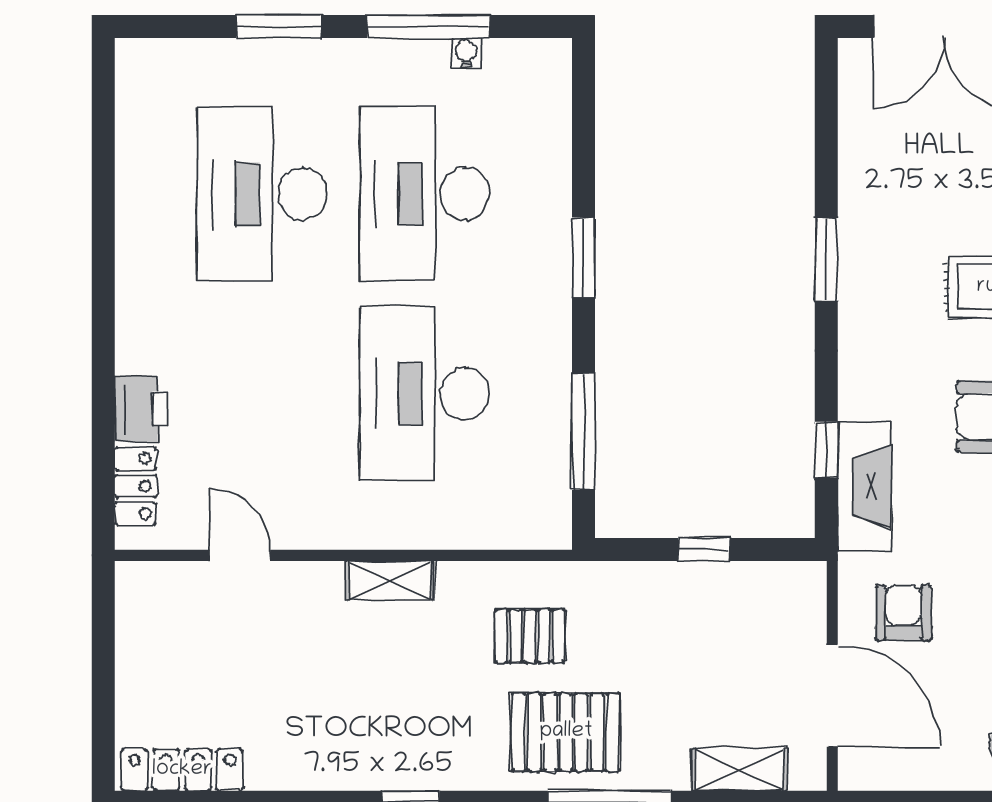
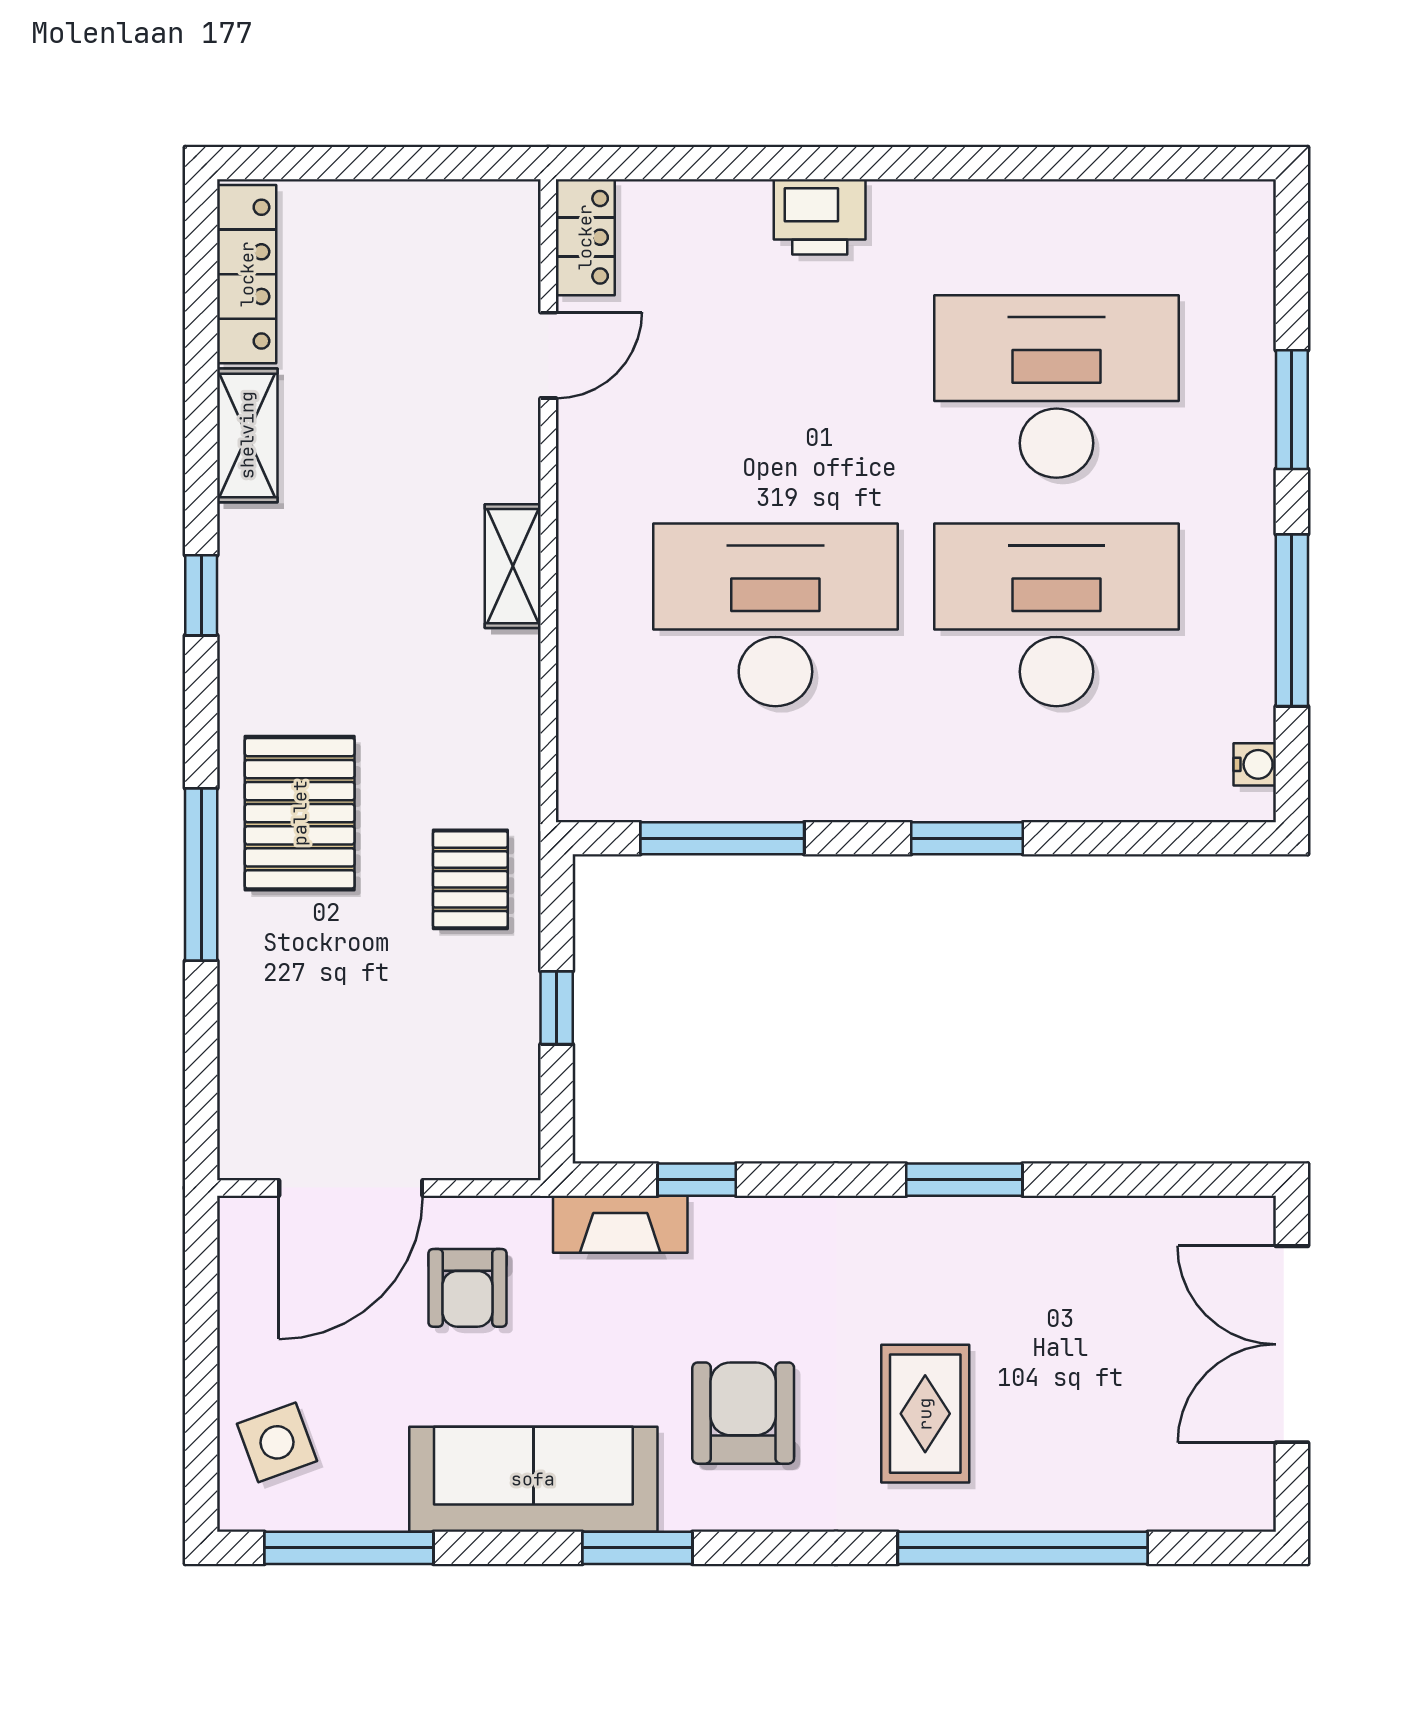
water cooler: (466, 53) -> (1255, 764), moved
printer: (142, 409) -> (820, 217), moved
locker: (136, 486) -> (585, 237), moved, turned -90
fireplace: (865, 487) -> (620, 1224), width x0.73, depth x0.76
armchair: (903, 613) -> (467, 1288), turned 90
pallet: (530, 636) -> (470, 879), moved
shelving: (739, 769) -> (247, 435), moved

